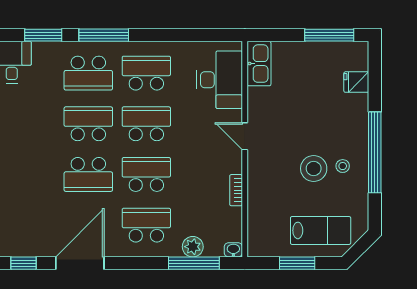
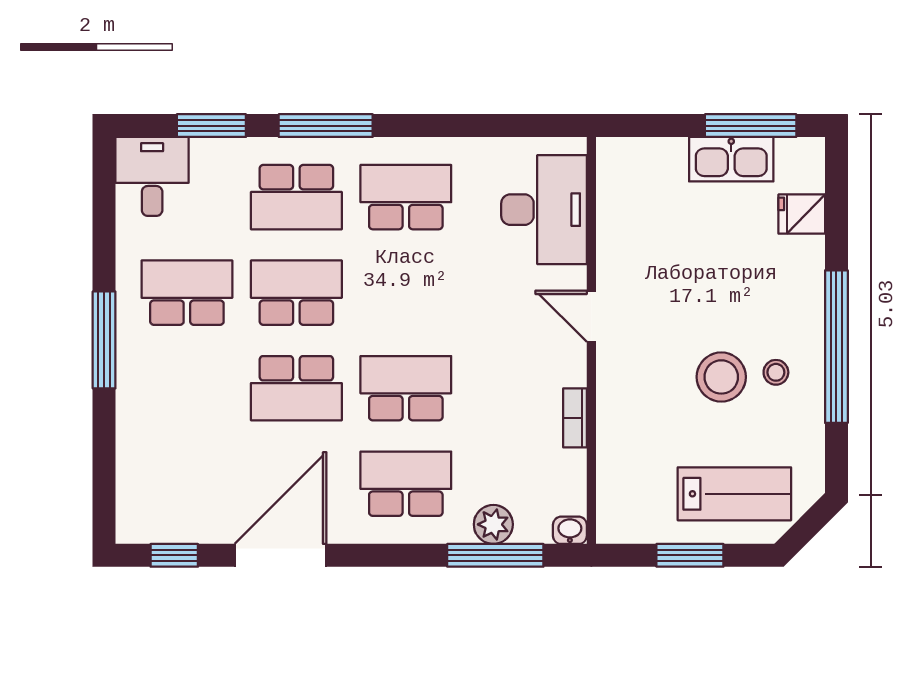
kitchen sink: (259, 64) -> (731, 159), moved, turned 90
school desk: (146, 124) -> (187, 293), moved

